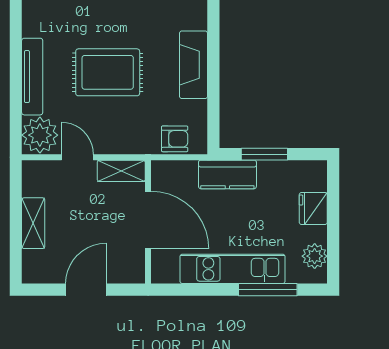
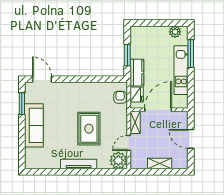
fireplace: (194, 65) -> (85, 88), removed
tv unit: (32, 77) -> (79, 164), moved
fridge: (313, 208) -> (137, 95), moved, turned -90

